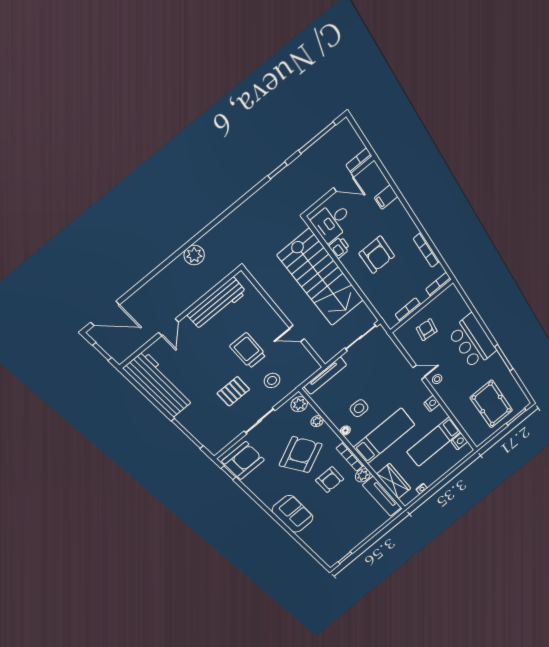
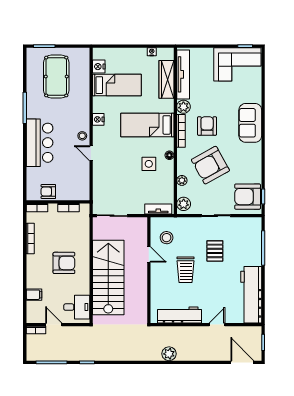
printer: (339, 247) -> (84, 287), removed
armchair: (377, 255) -> (64, 263), turned 90
armchair: (427, 330) -> (48, 192), moved, turned 84
tv unit: (325, 376) -> (158, 209), width x0.71
stool: (272, 380) -> (167, 238), moved
pallet: (233, 391) -> (215, 251), turned 90
corner sofa: (341, 541) -> (237, 64), added

